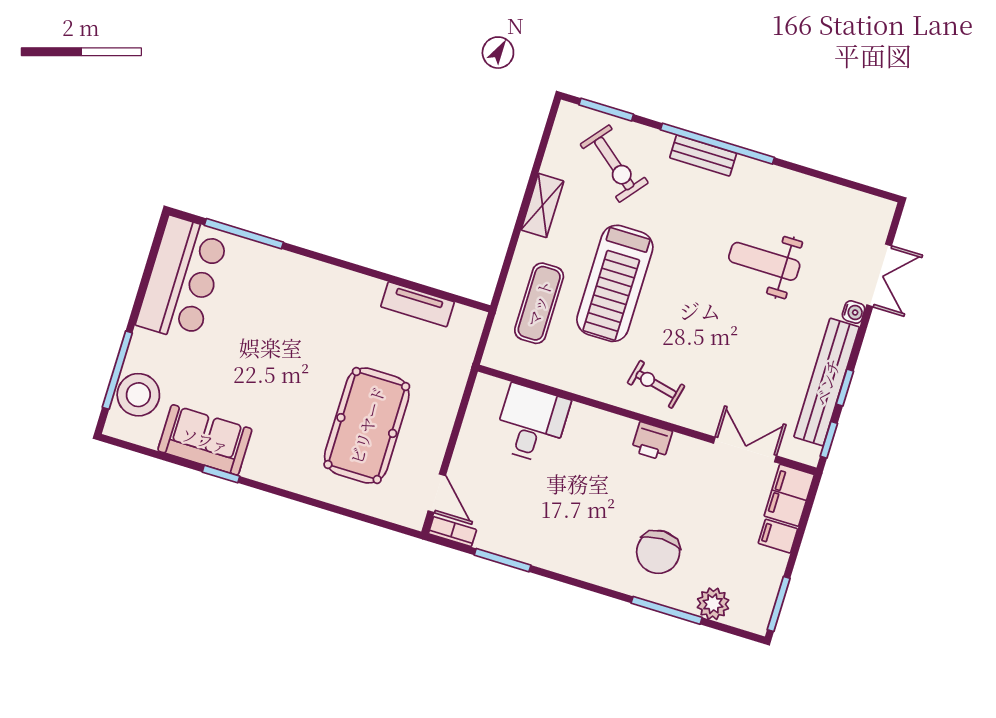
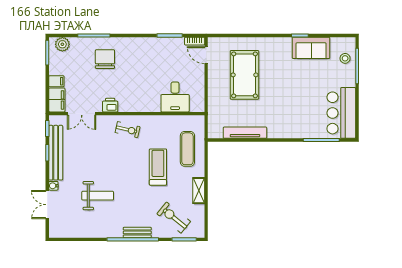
treadmill: (615, 283) -> (158, 167), width x0.73, depth x0.73
tv unit: (417, 304) -> (245, 133), width x1.41
stool: (138, 395) -> (345, 58), width x0.53, depth x0.53
printer: (652, 441) -> (110, 105), moved
plant: (713, 604) -> (62, 44), moved

